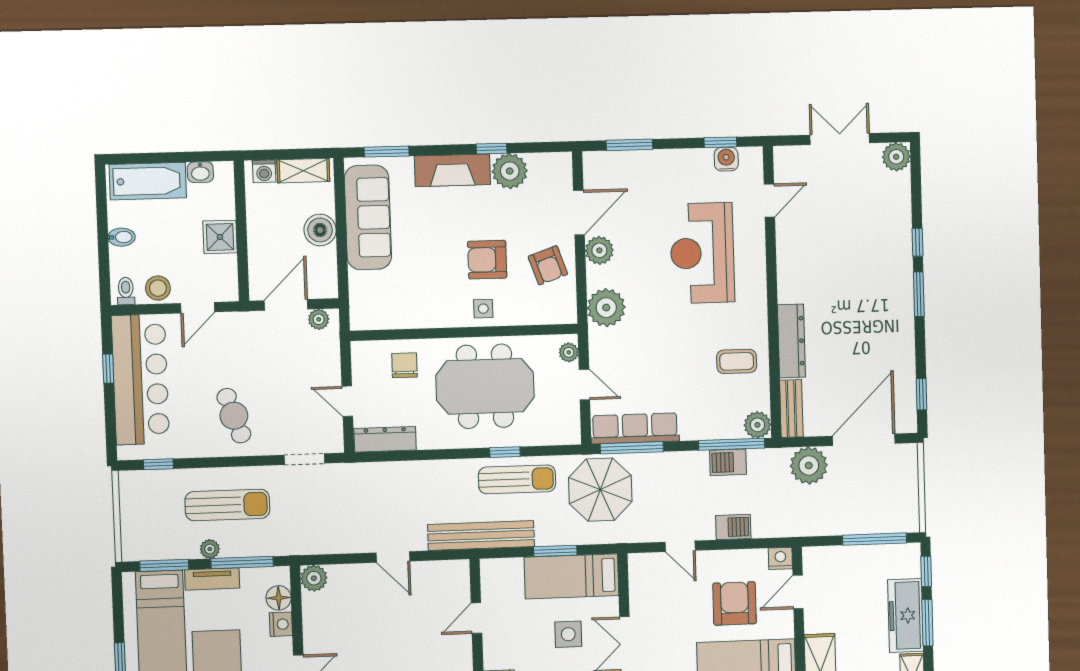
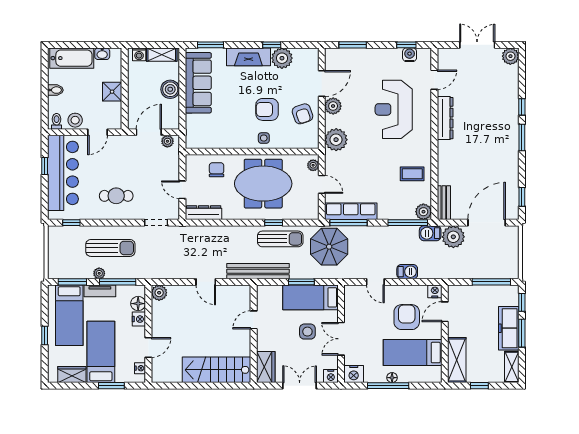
dresser: (791, 341) -> (445, 118), moved
cafe table: (234, 416) -> (116, 196), turned -71
barbecue: (728, 462) -> (430, 233), moved

